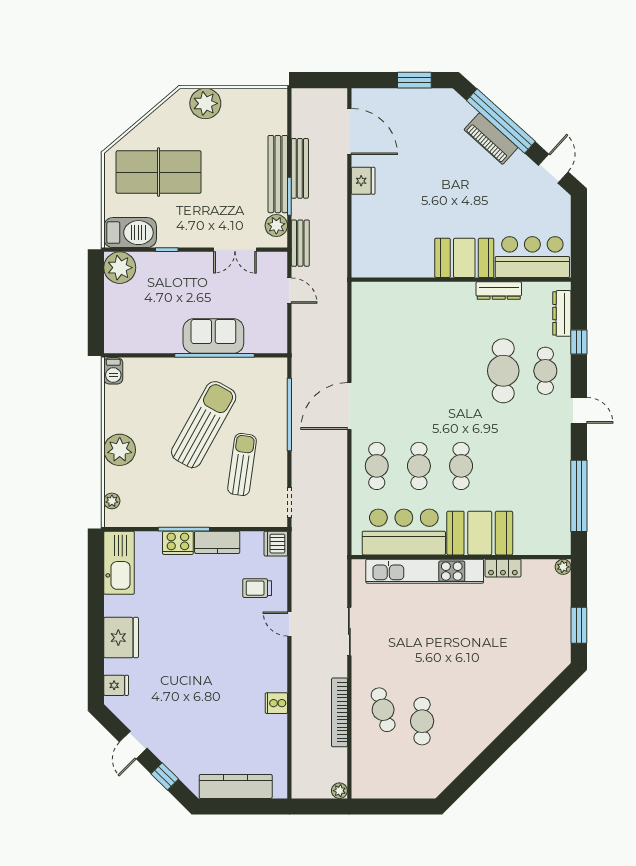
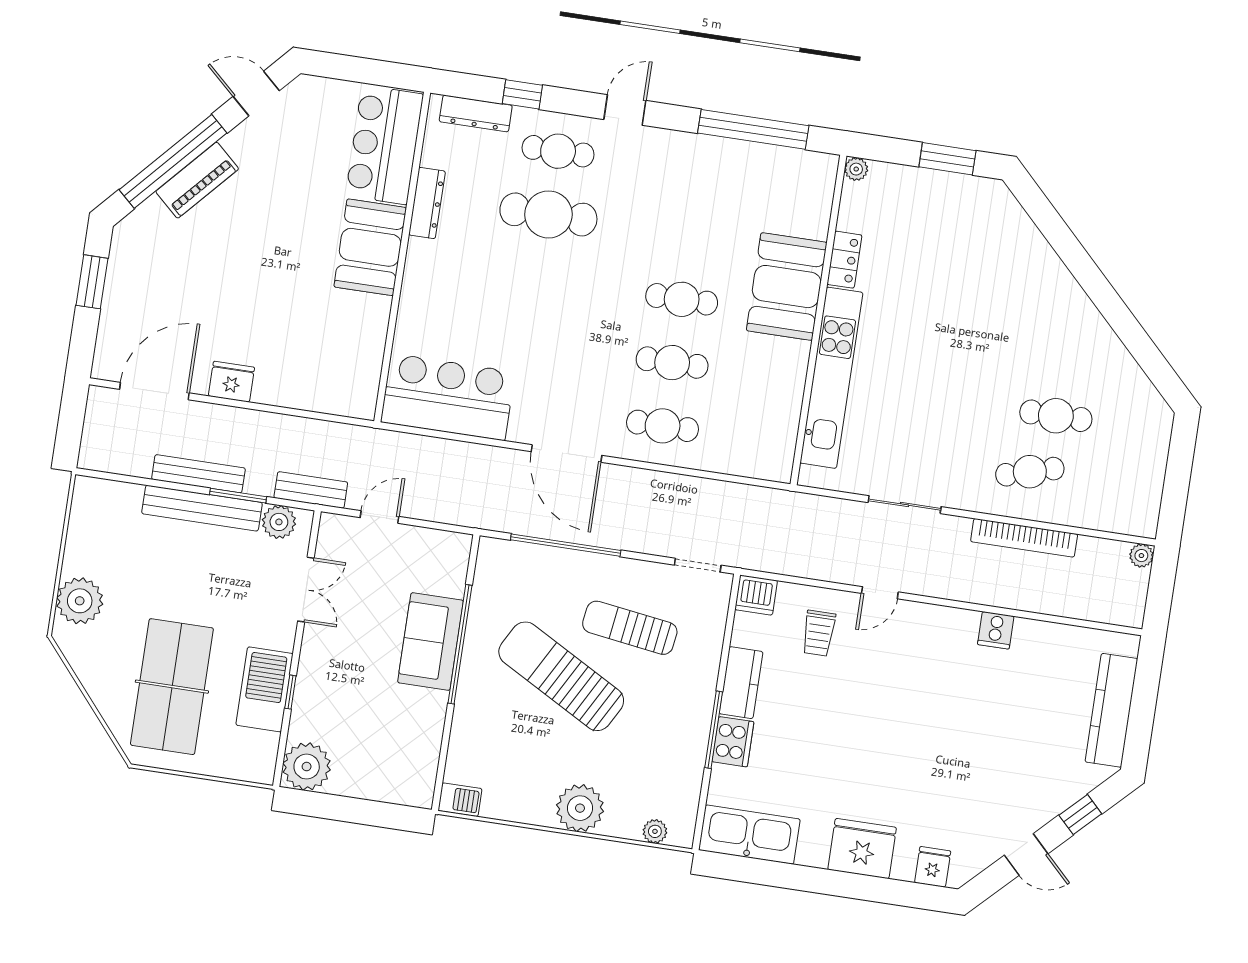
barbecue: (130, 233) -> (264, 689), moved
bar counter: (404, 532) -> (448, 397), moved, turned 90

